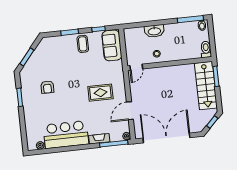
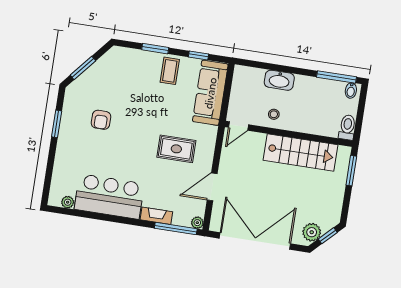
sofa: (112, 45) -> (210, 93), width x1.36
stairs: (206, 86) -> (300, 152), moved, turned -90
plant: (201, 123) -> (312, 232), added

